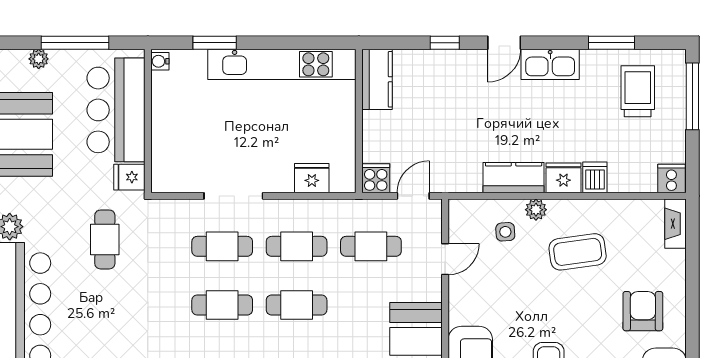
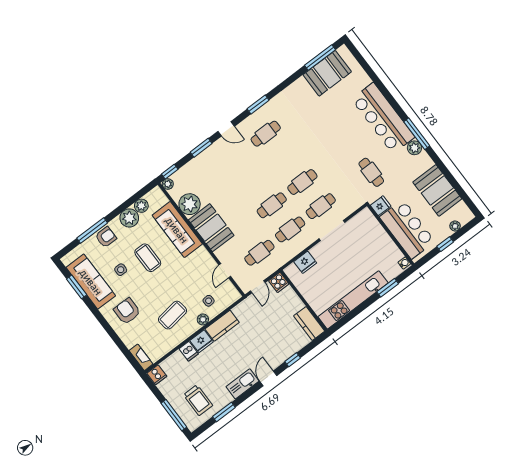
window: (75, 43) -> (445, 244), width x0.46
armchair: (643, 311) -> (127, 311), turned 180

